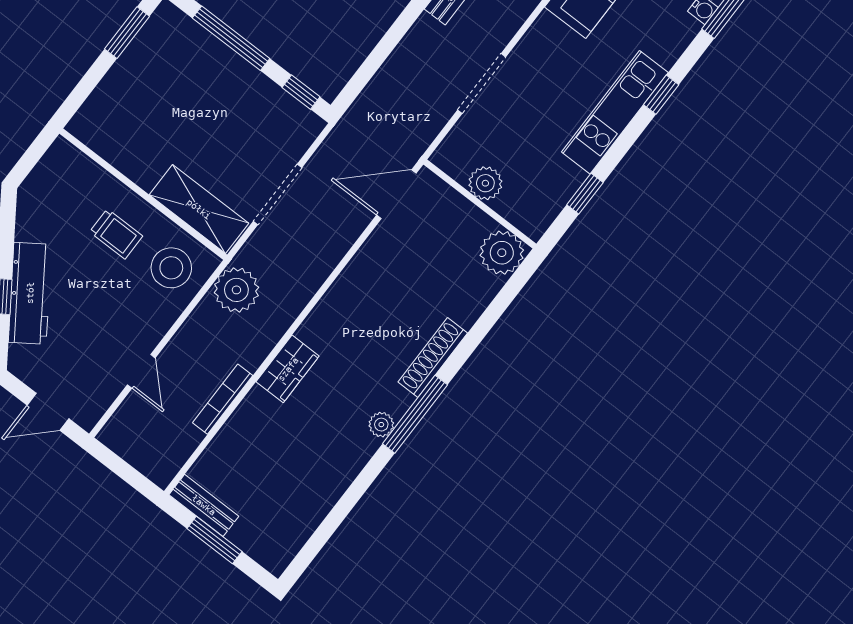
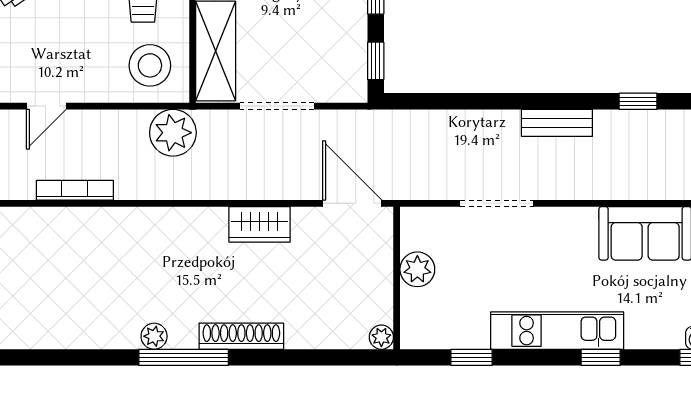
plant: (502, 253) -> (381, 337), width x0.53, depth x0.53
wardrobe: (288, 369) -> (260, 224), moved

